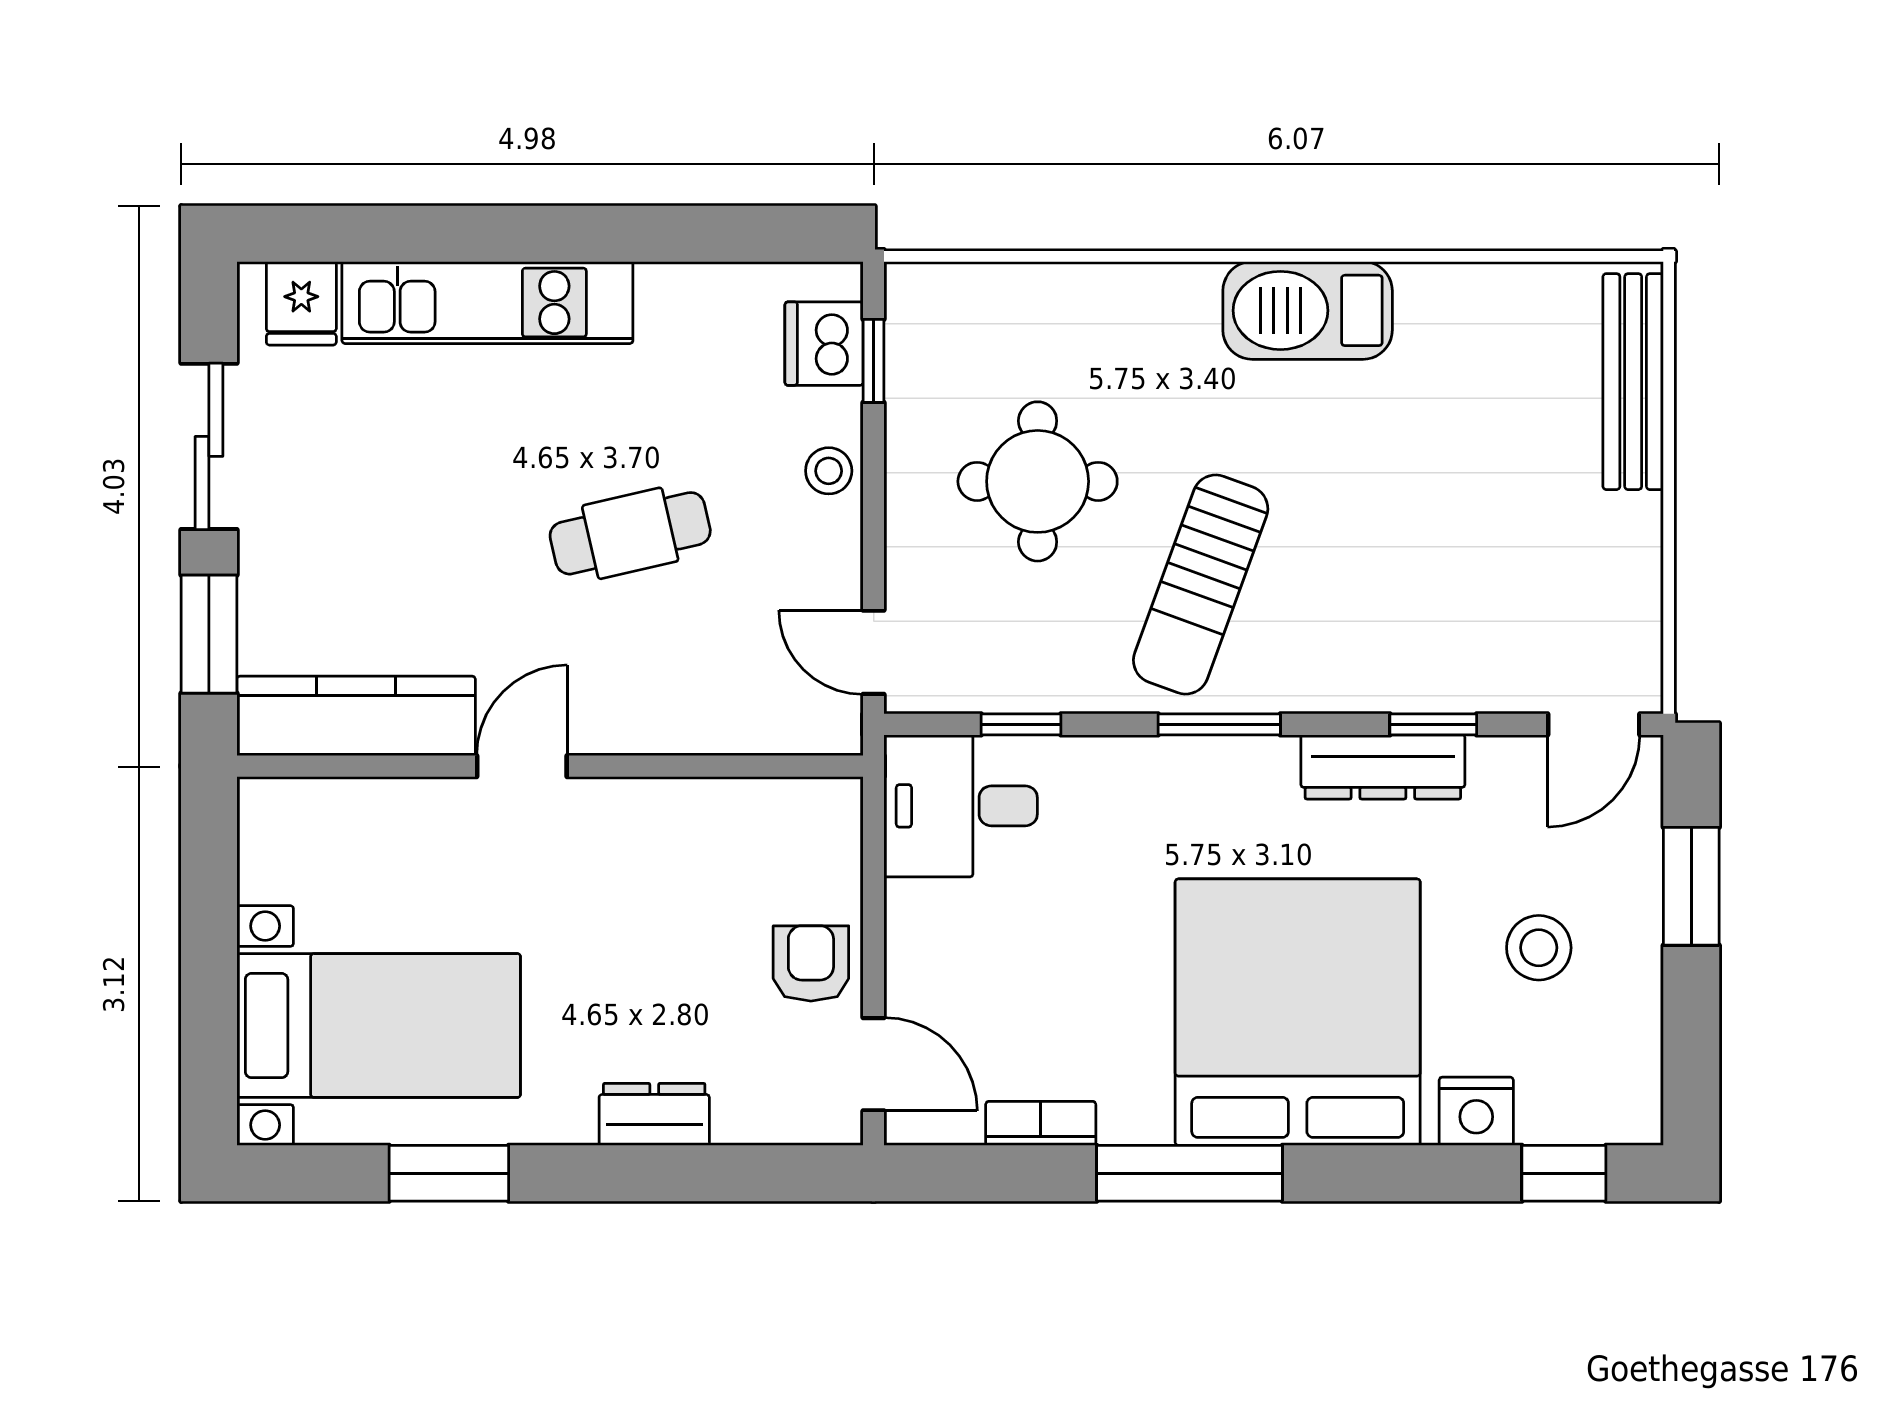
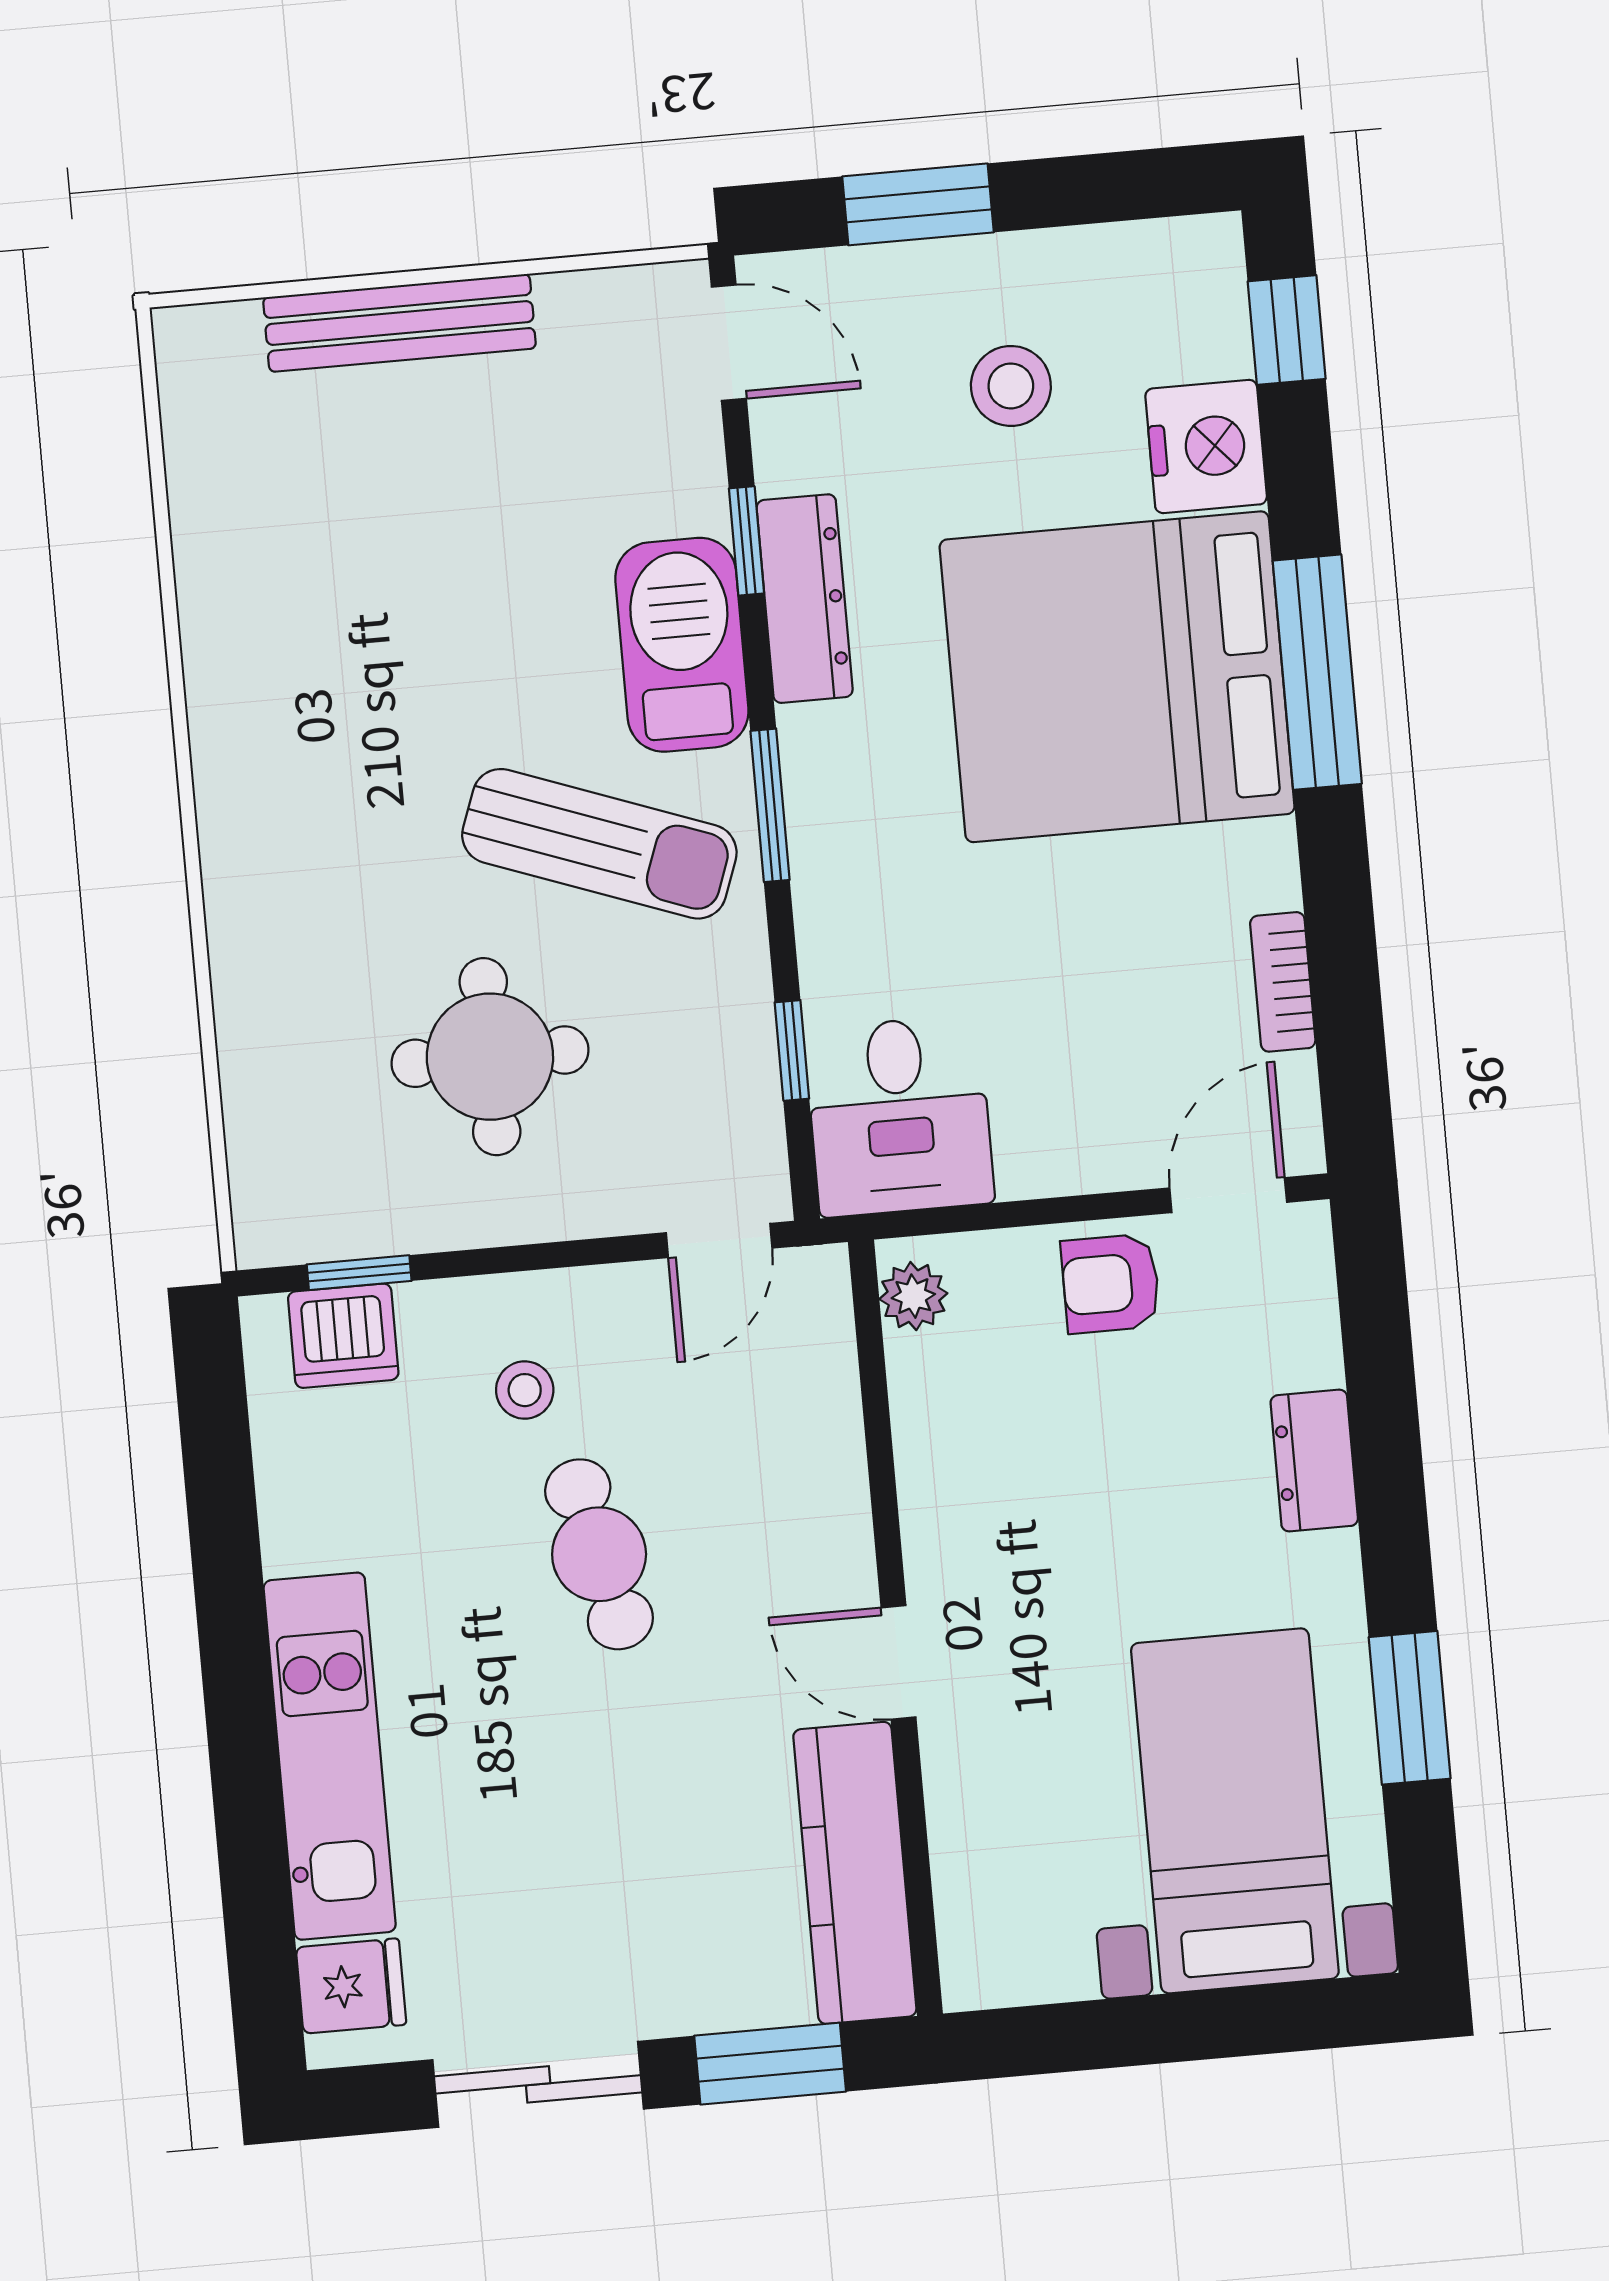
barbecue: (1308, 310) -> (682, 645), moved, turned 180
bench: (1633, 382) -> (400, 323), moved
stool: (829, 471) -> (525, 1390), moved
plant: (815, 804) -> (913, 1296), added
nightstand: (1476, 1111) -> (1206, 446), width x1.36, depth x1.33
window: (1190, 1173) -> (1317, 672), moved

